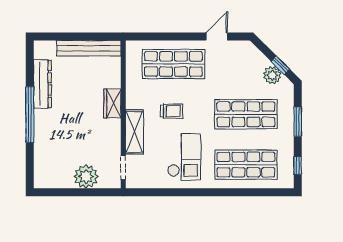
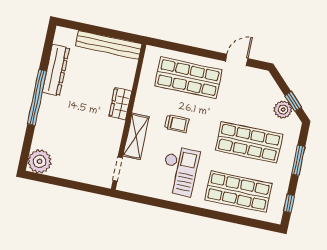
plant: (86, 176) -> (40, 161), moved

